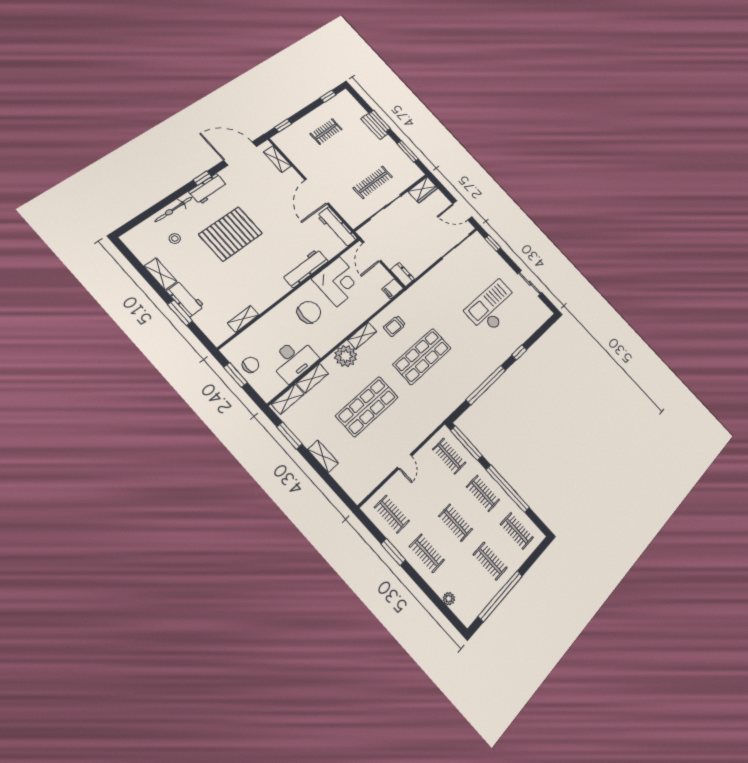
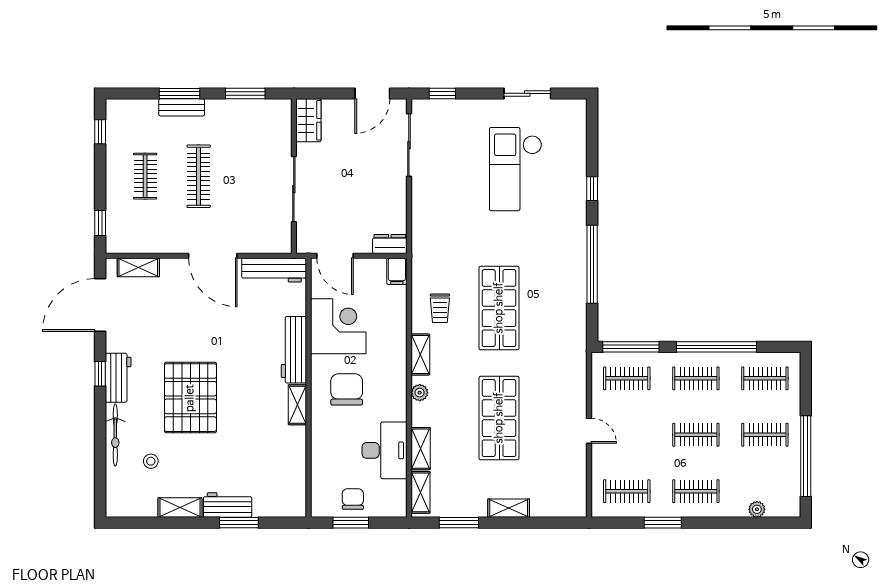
clothes rail: (373, 182) -> (199, 176), moved
shelving: (243, 319) -> (297, 405), moved
plant: (346, 356) -> (420, 393), width x0.53, depth x0.53

